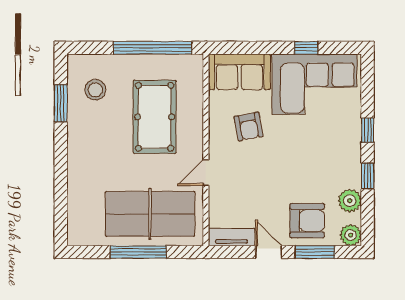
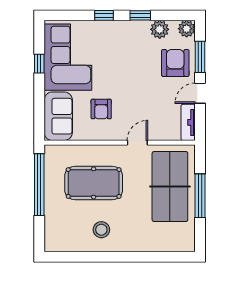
stool: (95, 90) -> (101, 230), moved
window: (61, 103) -> (83, 257), removed
armchair: (249, 126) -> (101, 109), turned 101
door: (206, 173) -> (137, 143), swing flipped

